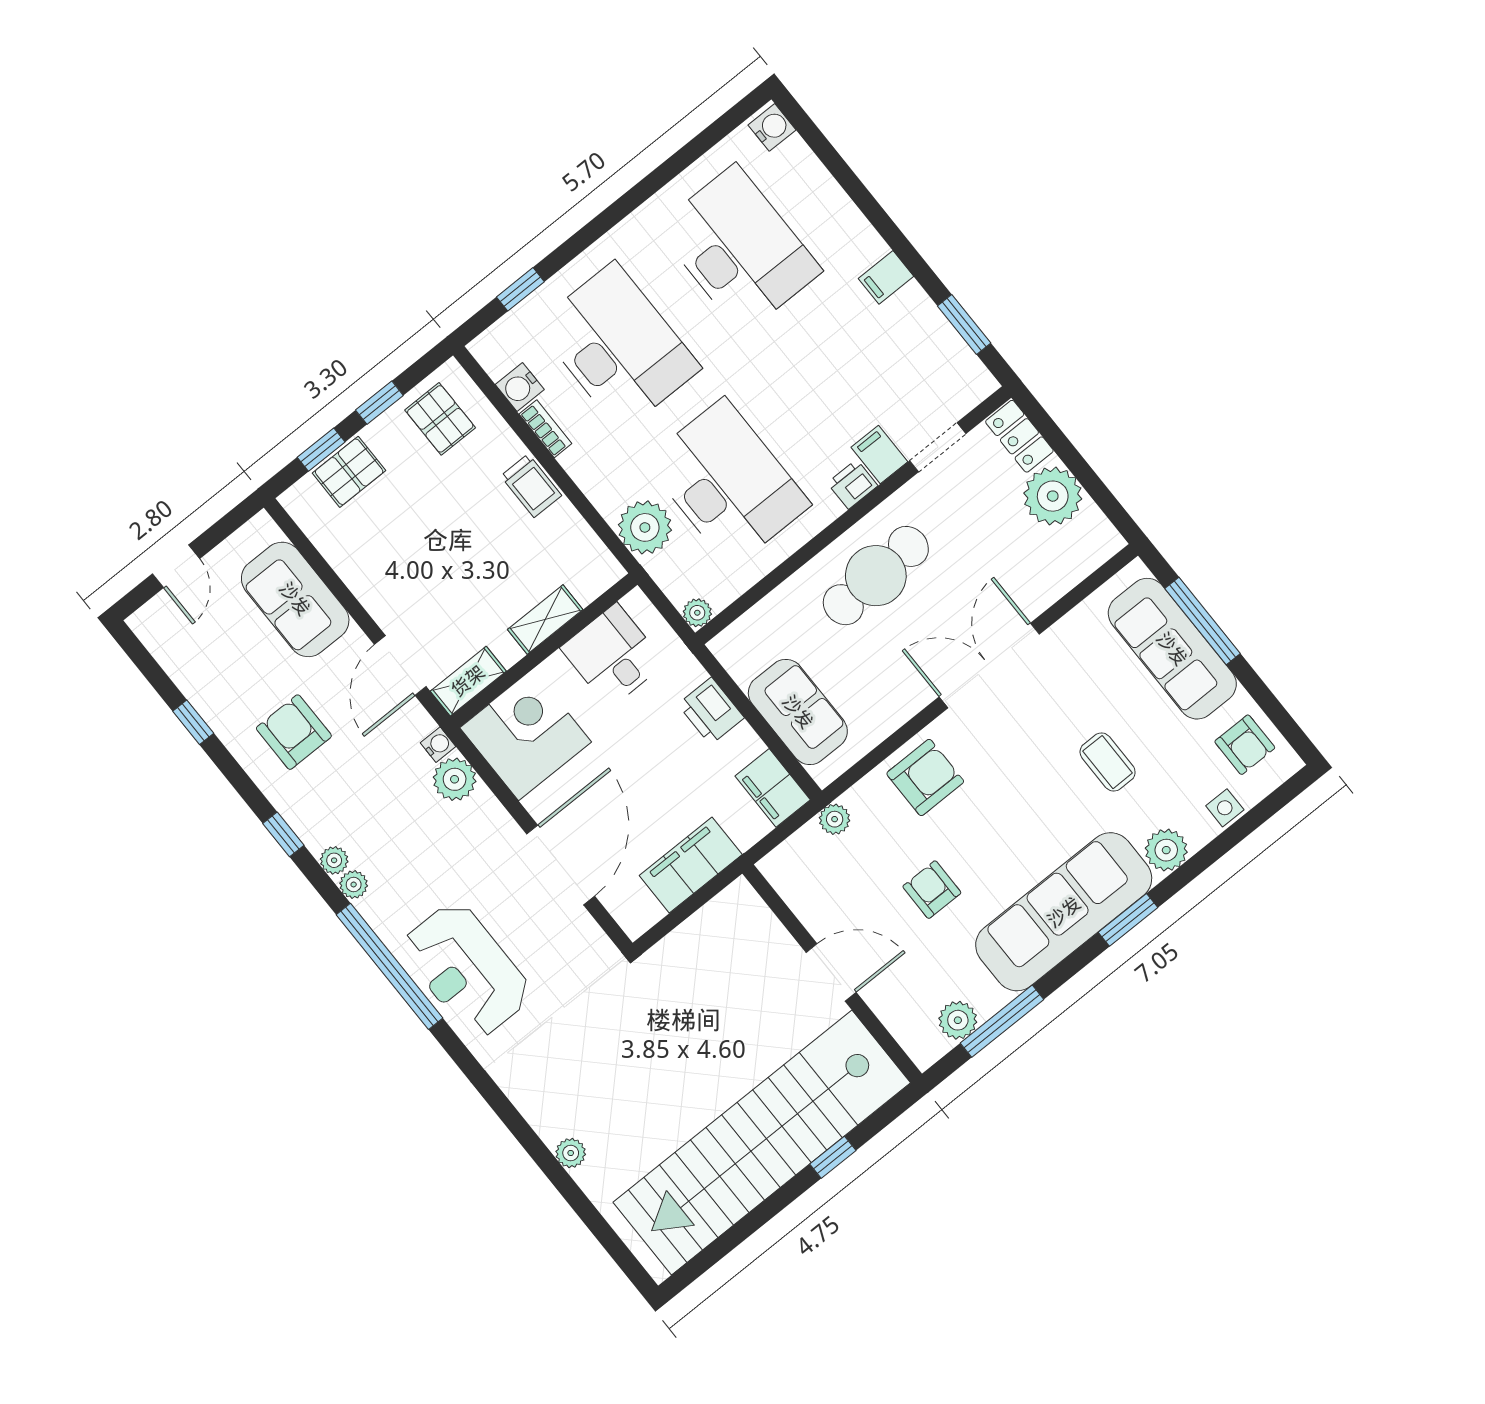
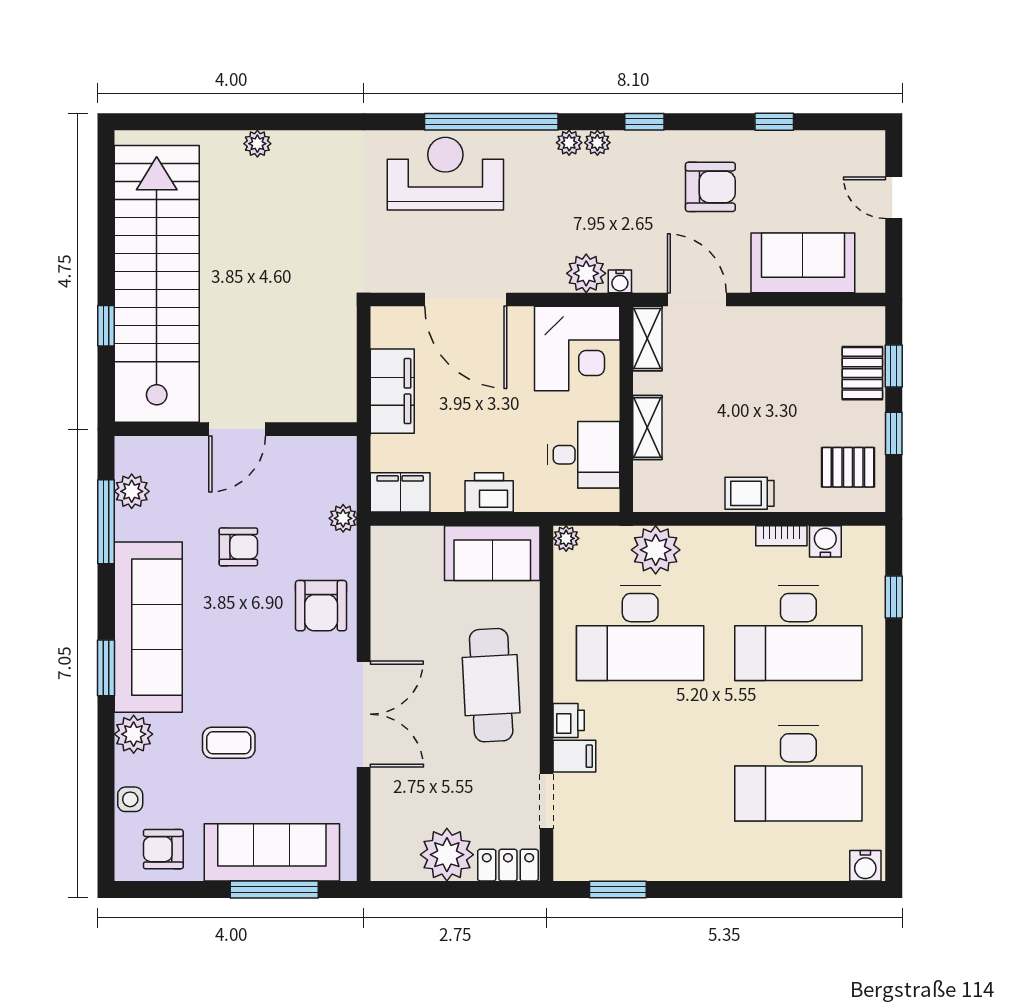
filing cabinet: (886, 277) -> (695, 861), removed
sofa: (798, 712) -> (492, 553), moved

